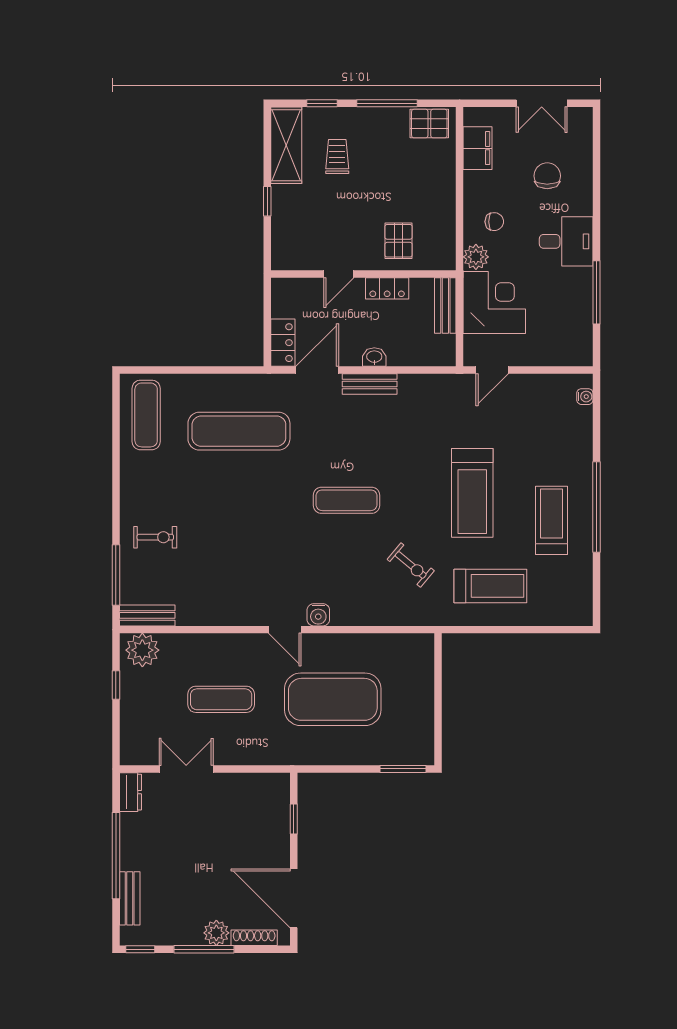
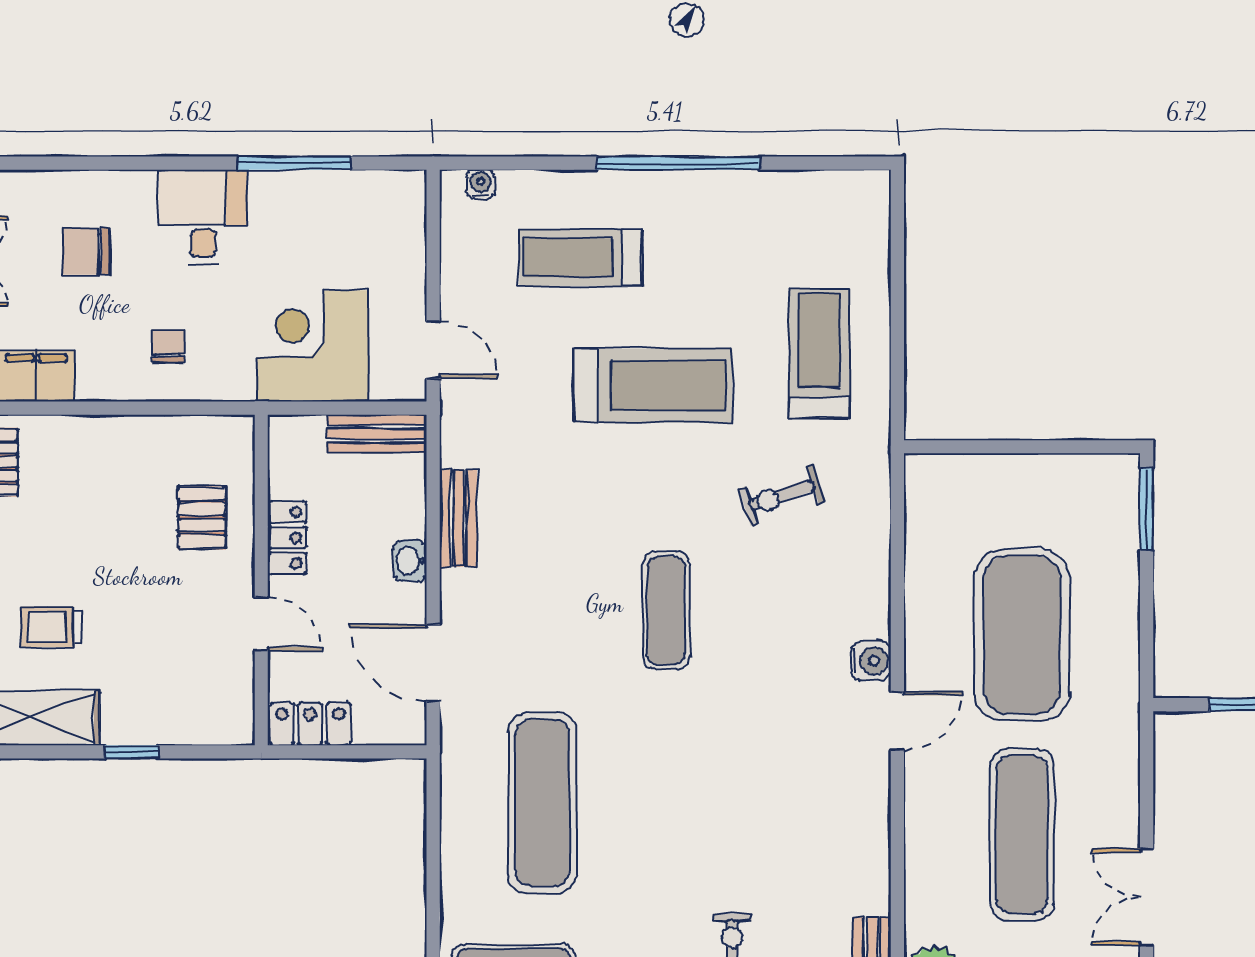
pallet: (399, 241) -> (202, 517), turned 90
plant: (476, 257) -> (231, 379), removed
bench: (445, 305) -> (377, 434), moved
locker: (283, 343) -> (310, 724), moved
bench: (370, 384) -> (458, 518), moved
treadmill: (551, 520) -> (580, 258), moved
exercise bike: (411, 565) -> (782, 495), turned -148
exercise mat: (221, 699) -> (1022, 835), width x1.36, depth x1.45

